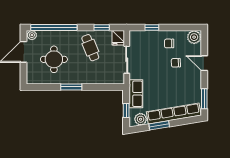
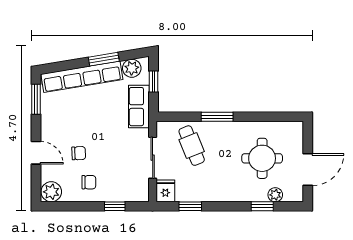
window: (54, 27) -> (262, 206), width x0.32
plant: (32, 35) -> (275, 195), moved
cafe table: (90, 48) -> (192, 146), moved
window: (71, 87) -> (217, 117), moved

